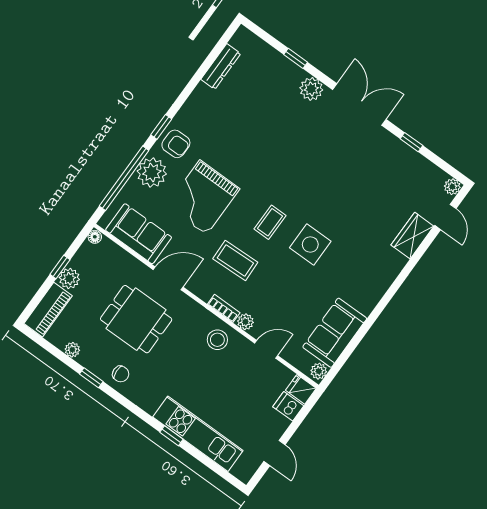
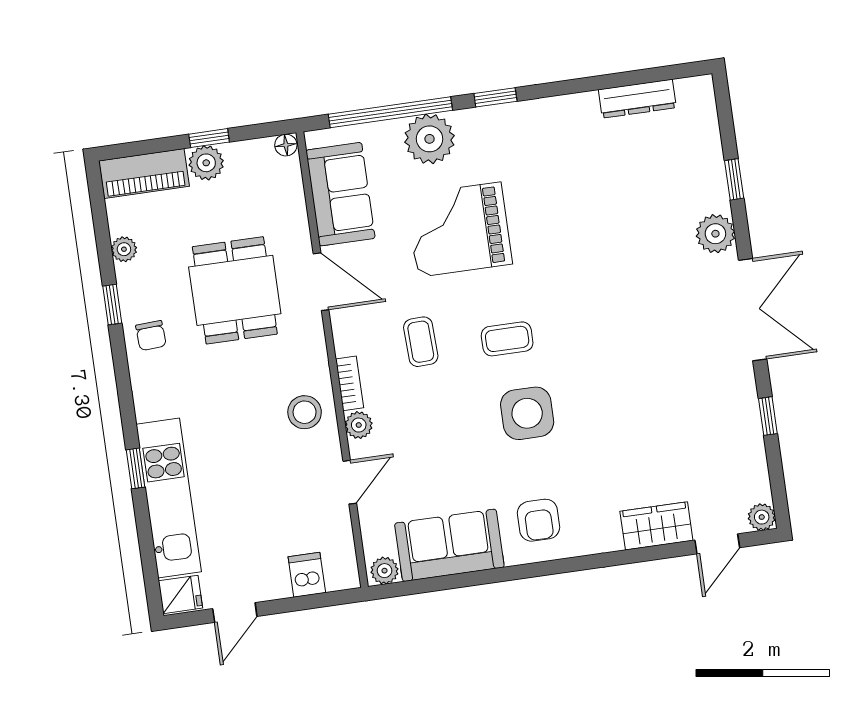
armchair: (176, 144) -> (539, 520), moved
coffee table: (235, 261) -> (421, 342), width x0.73, depth x0.77
door: (266, 349) -> (350, 482), hinge flipped
fridge: (301, 389) -> (180, 594), moved, turned 90

